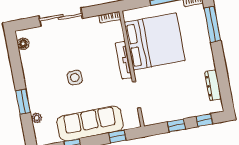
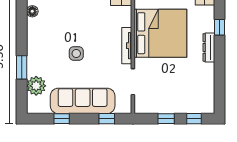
window: (212, 24) -> (220, 27), width x0.46
dresser: (213, 85) -> (209, 47), moved
plant: (36, 118) -> (36, 86), width x1.87, depth x1.87

